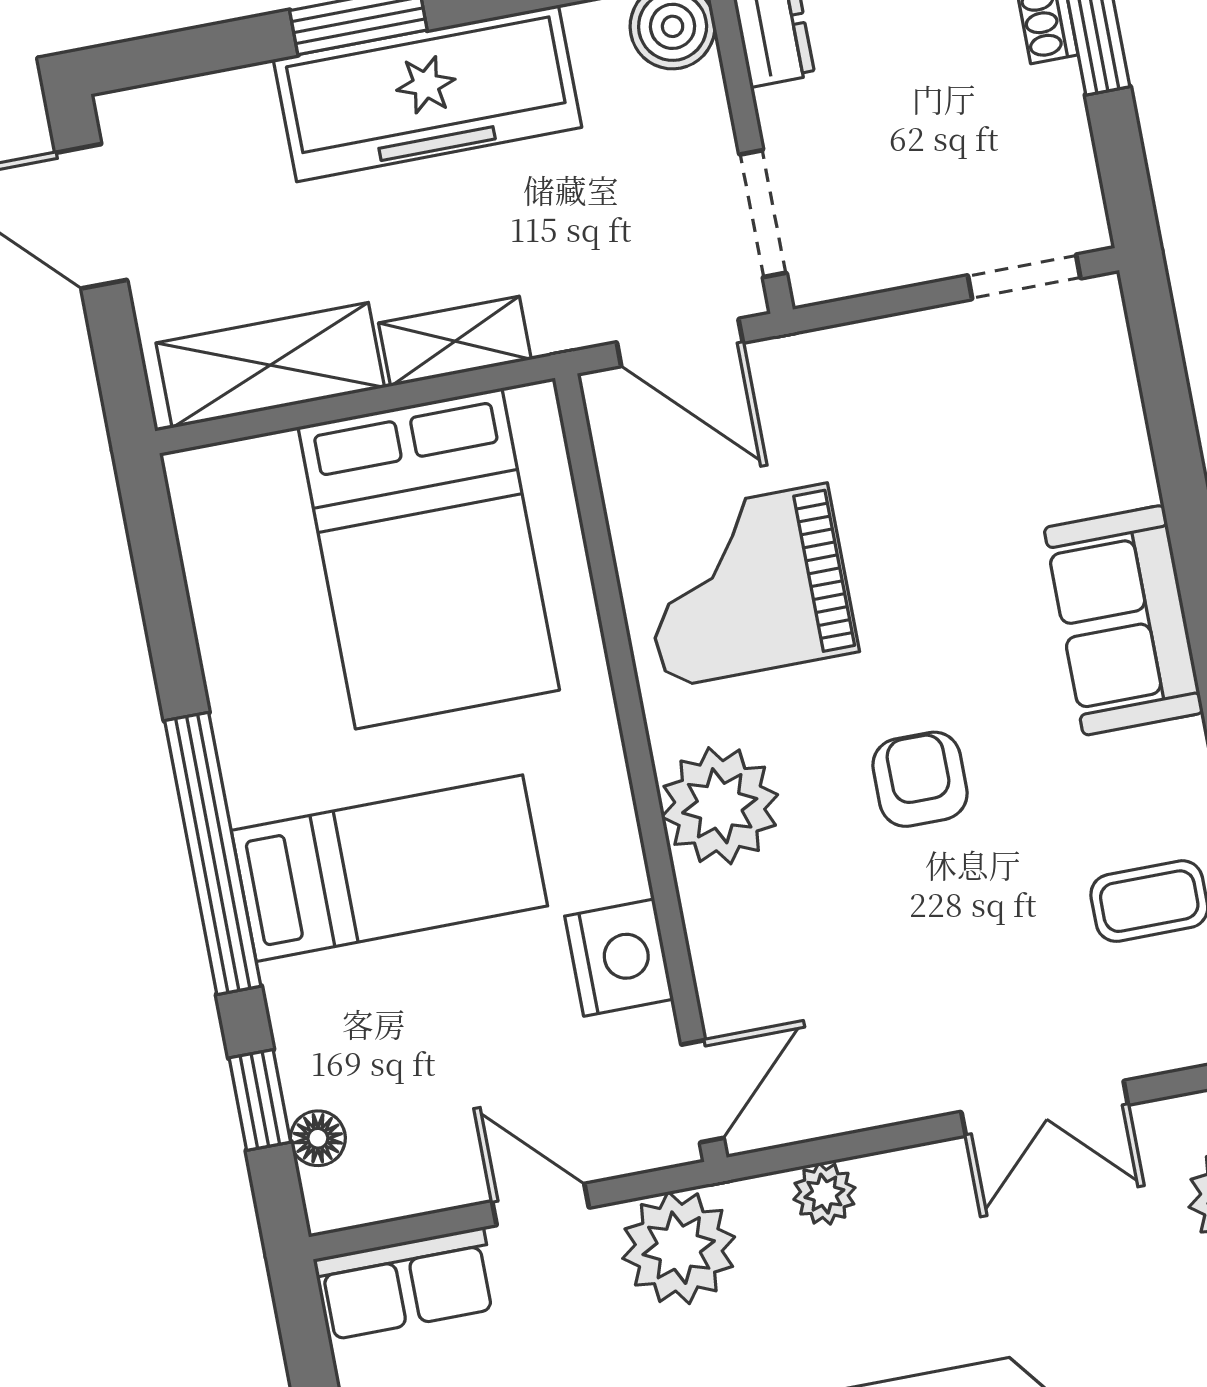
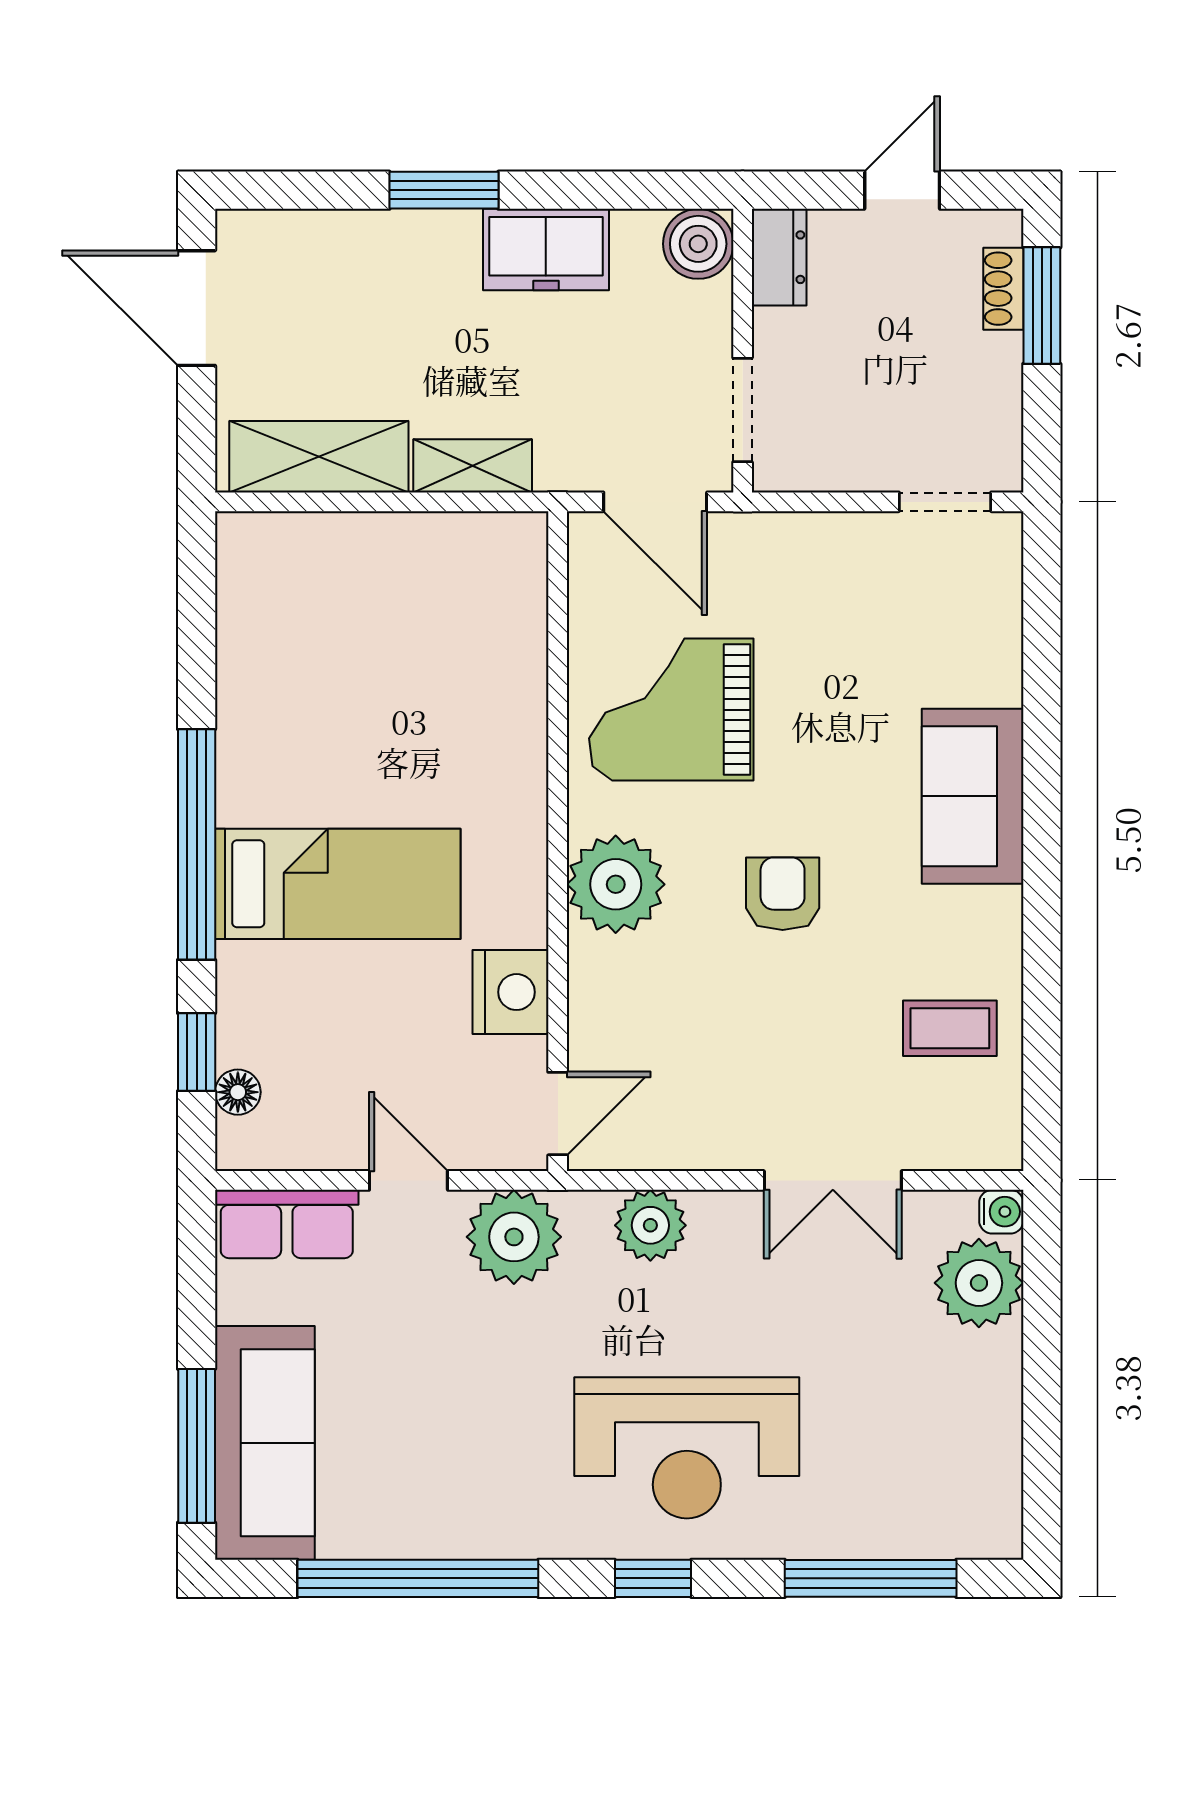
freezer: (427, 93) -> (546, 250), width x0.52, depth x0.79
bed: (429, 558) -> (418, 638), removed
plant: (824, 1194) -> (650, 1225), width x1.38, depth x1.38

